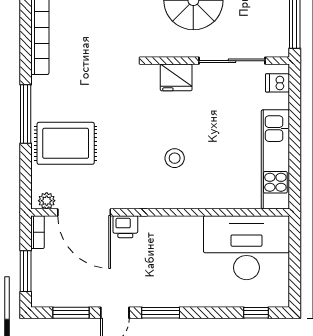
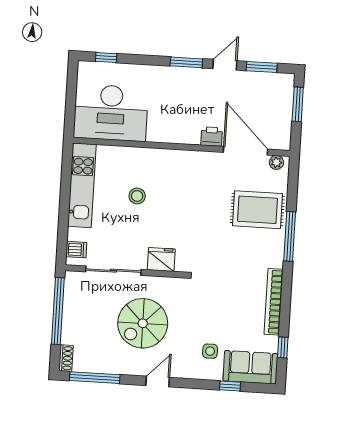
stool: (175, 158) -> (137, 196), moved
bookcase: (38, 232) -> (286, 136), removed

